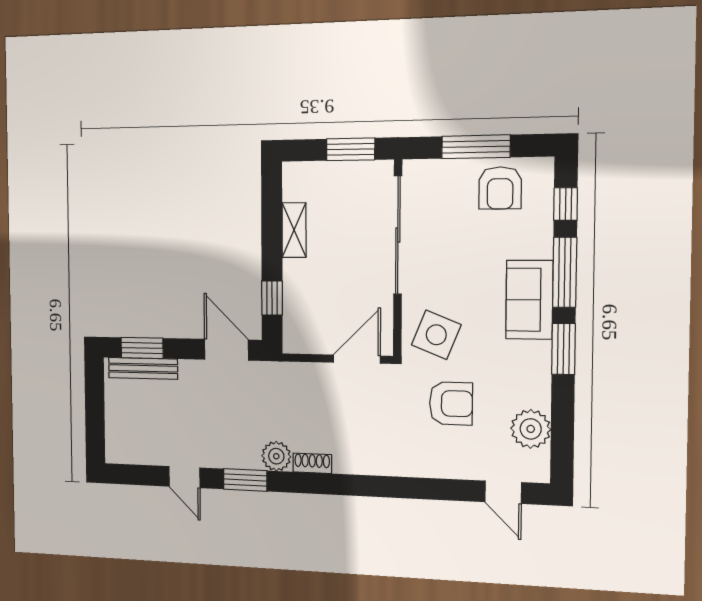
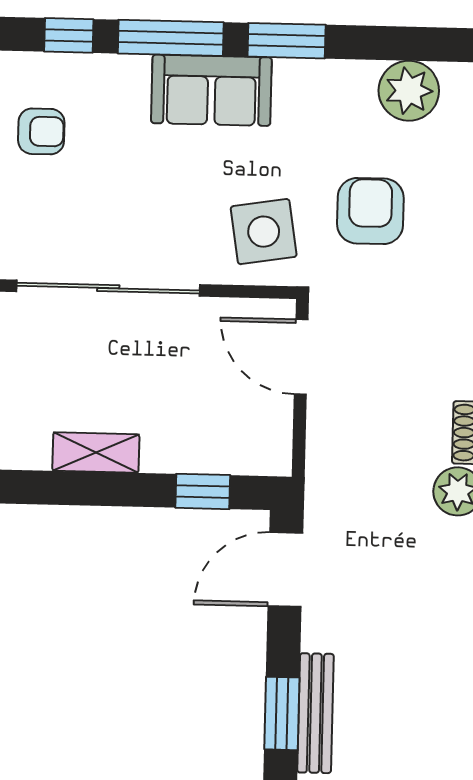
armchair: (500, 188) -> (41, 131), width x0.72, depth x0.72
side table: (436, 335) -> (264, 232), turned -31

